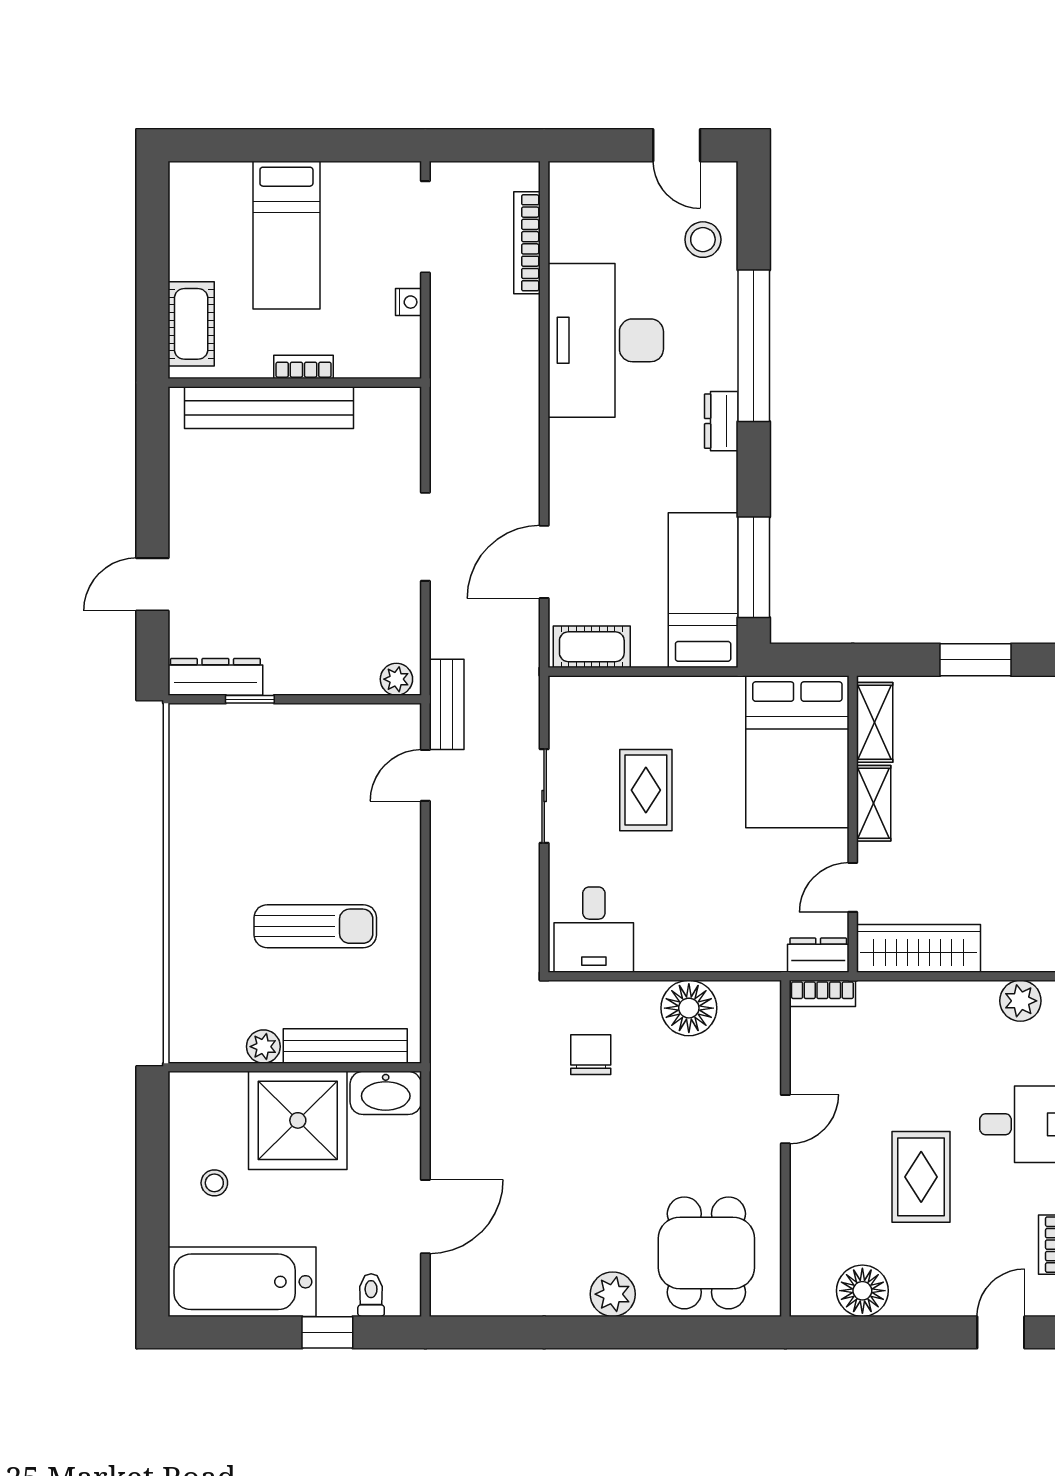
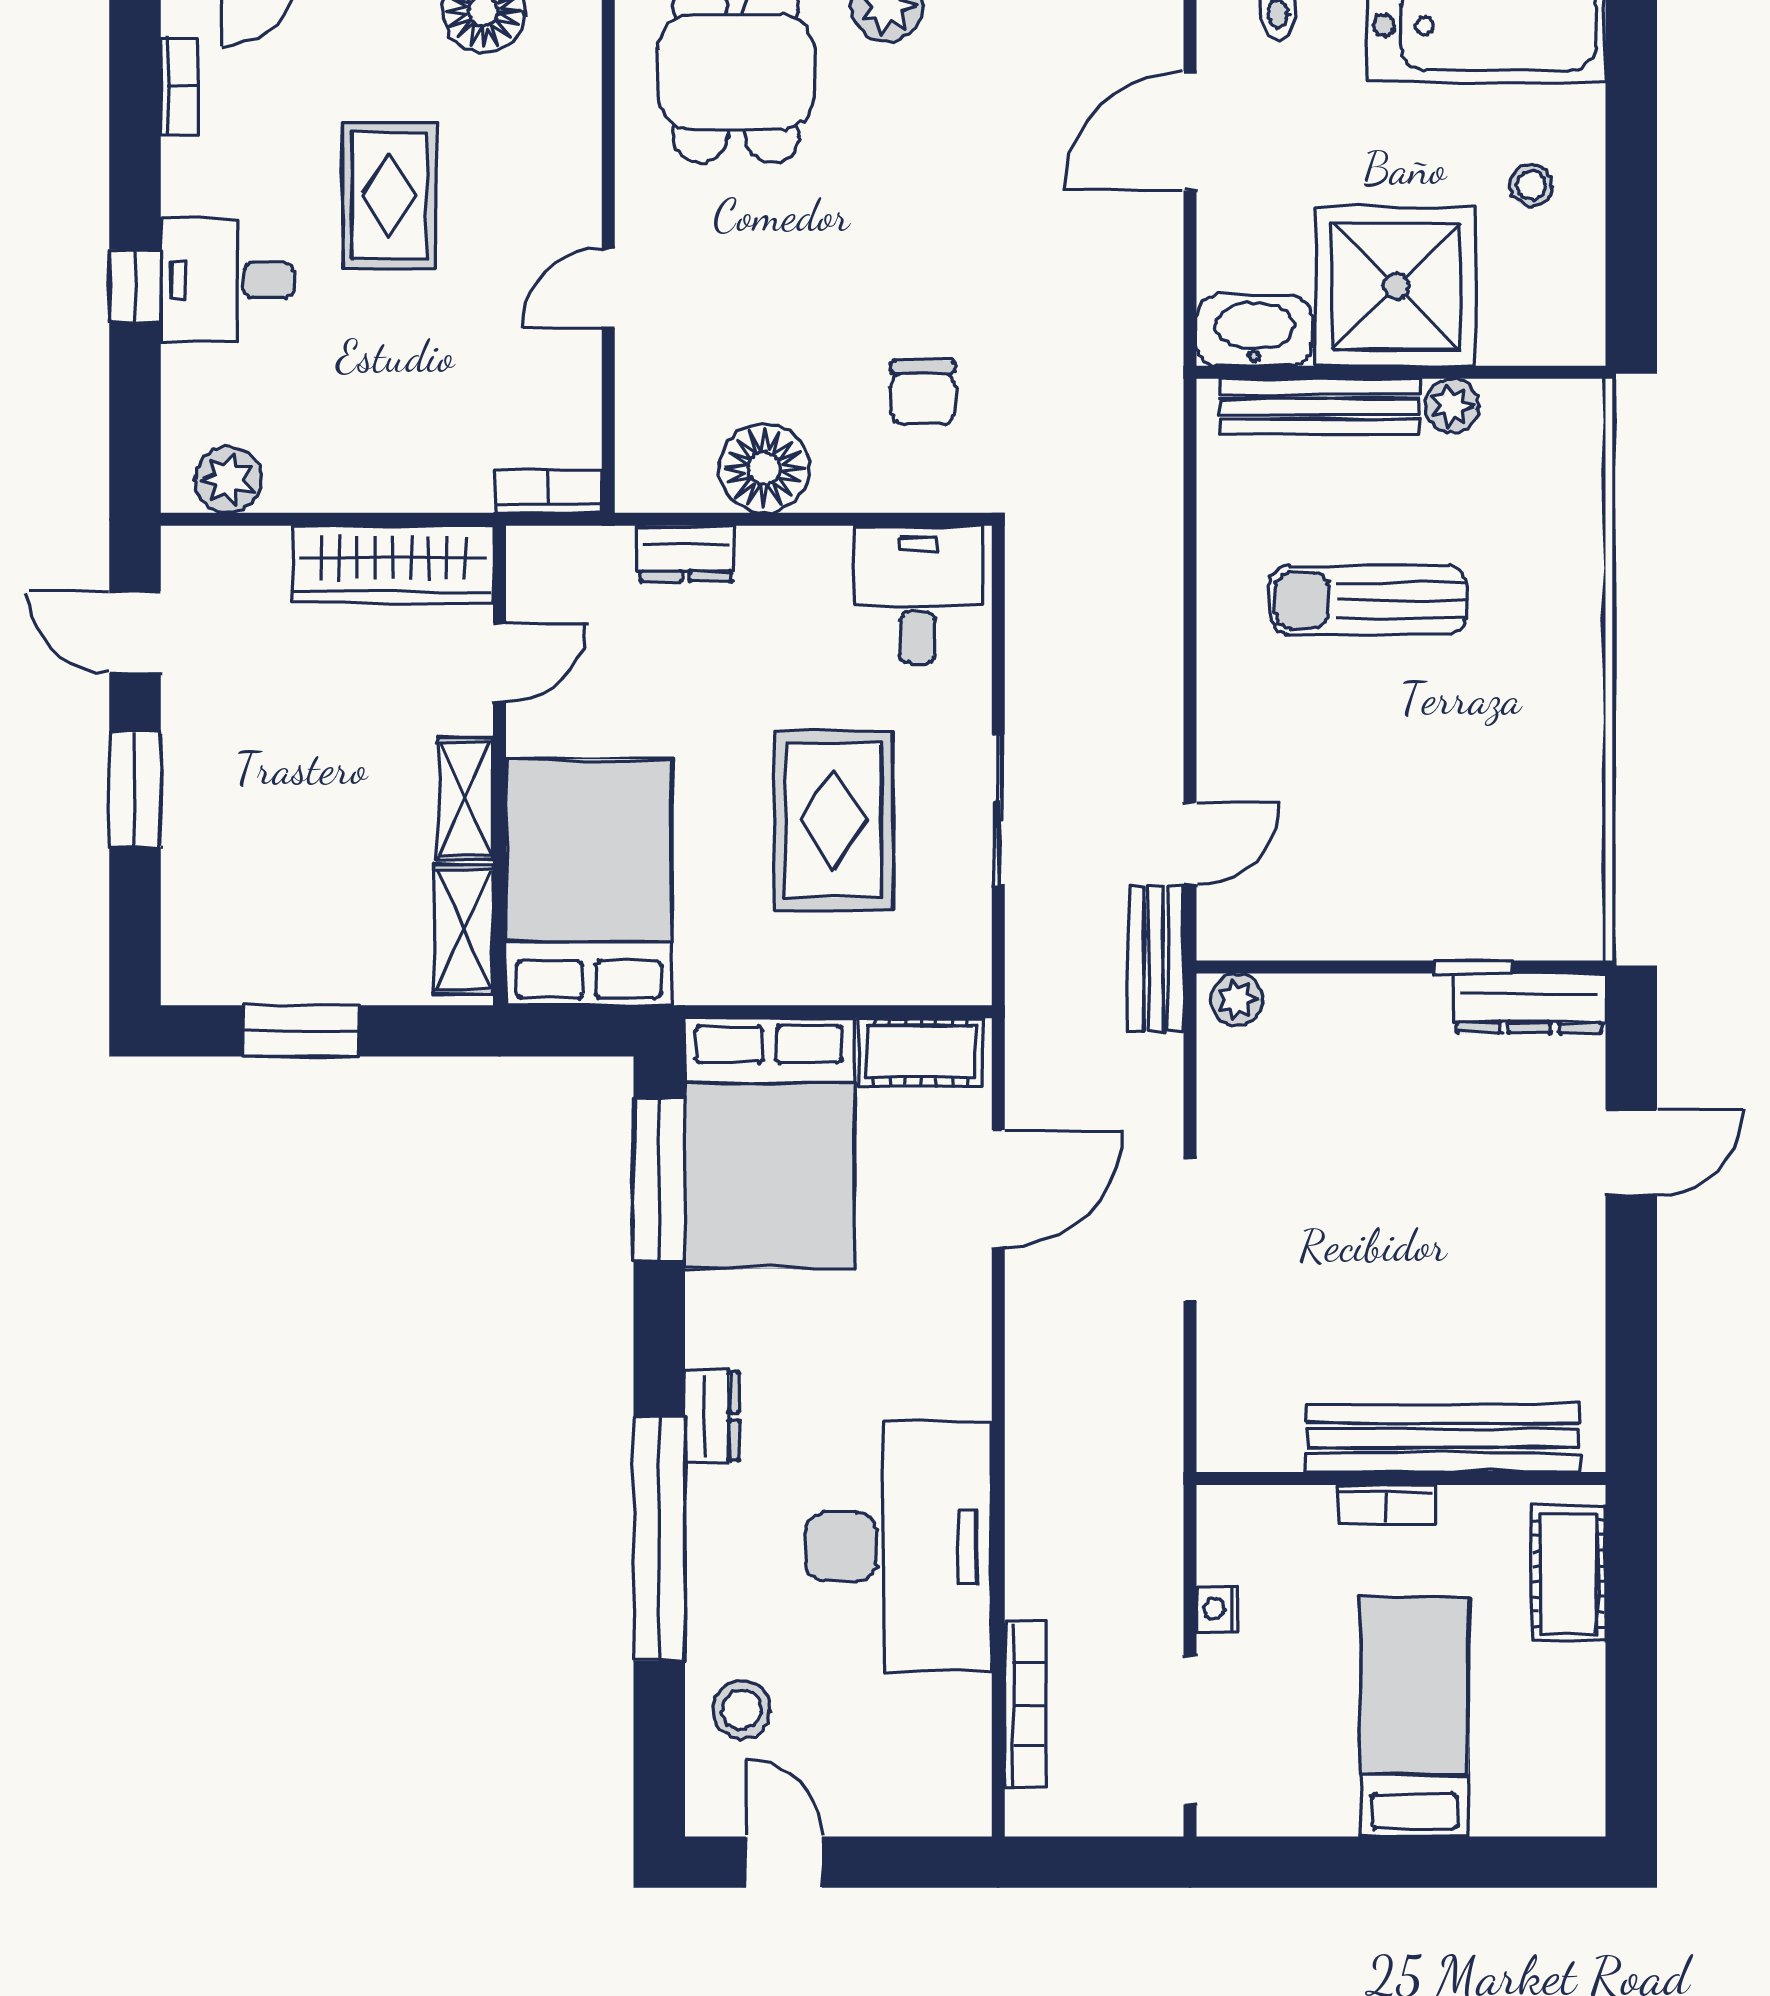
bed: (703, 590) -> (769, 1143), width x1.50
rug: (646, 790) -> (834, 820), width x1.36, depth x1.43
dresser: (818, 955) -> (686, 554), moved

